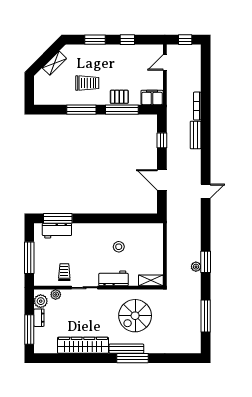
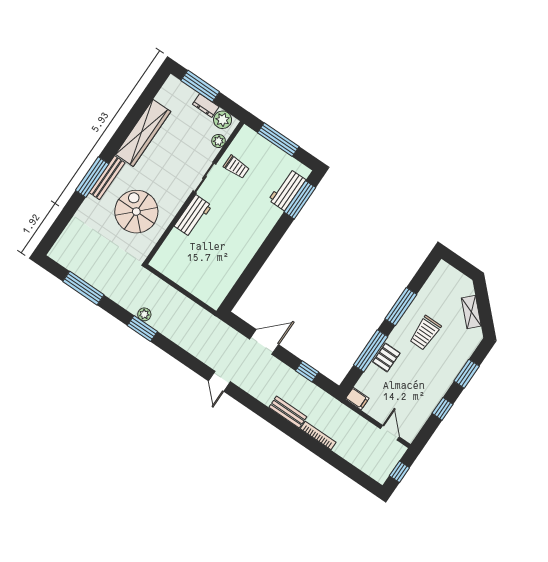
filing cabinet: (152, 97) -> (357, 399), width x0.50
stool: (119, 247) -> (224, 245), removed
shelving: (151, 280) -> (163, 255), removed

